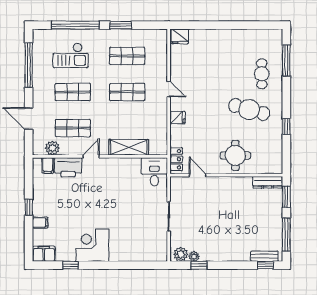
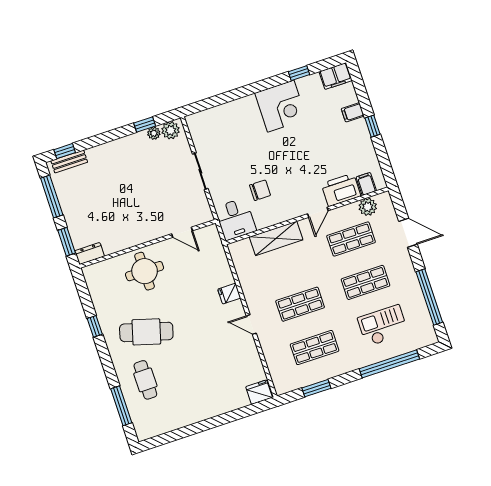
window: (121, 25) -> (316, 388), moved
locker: (176, 159) -> (214, 243), removed
dresser: (268, 182) -> (90, 254), width x0.70
chair: (129, 187) -> (260, 190), added

